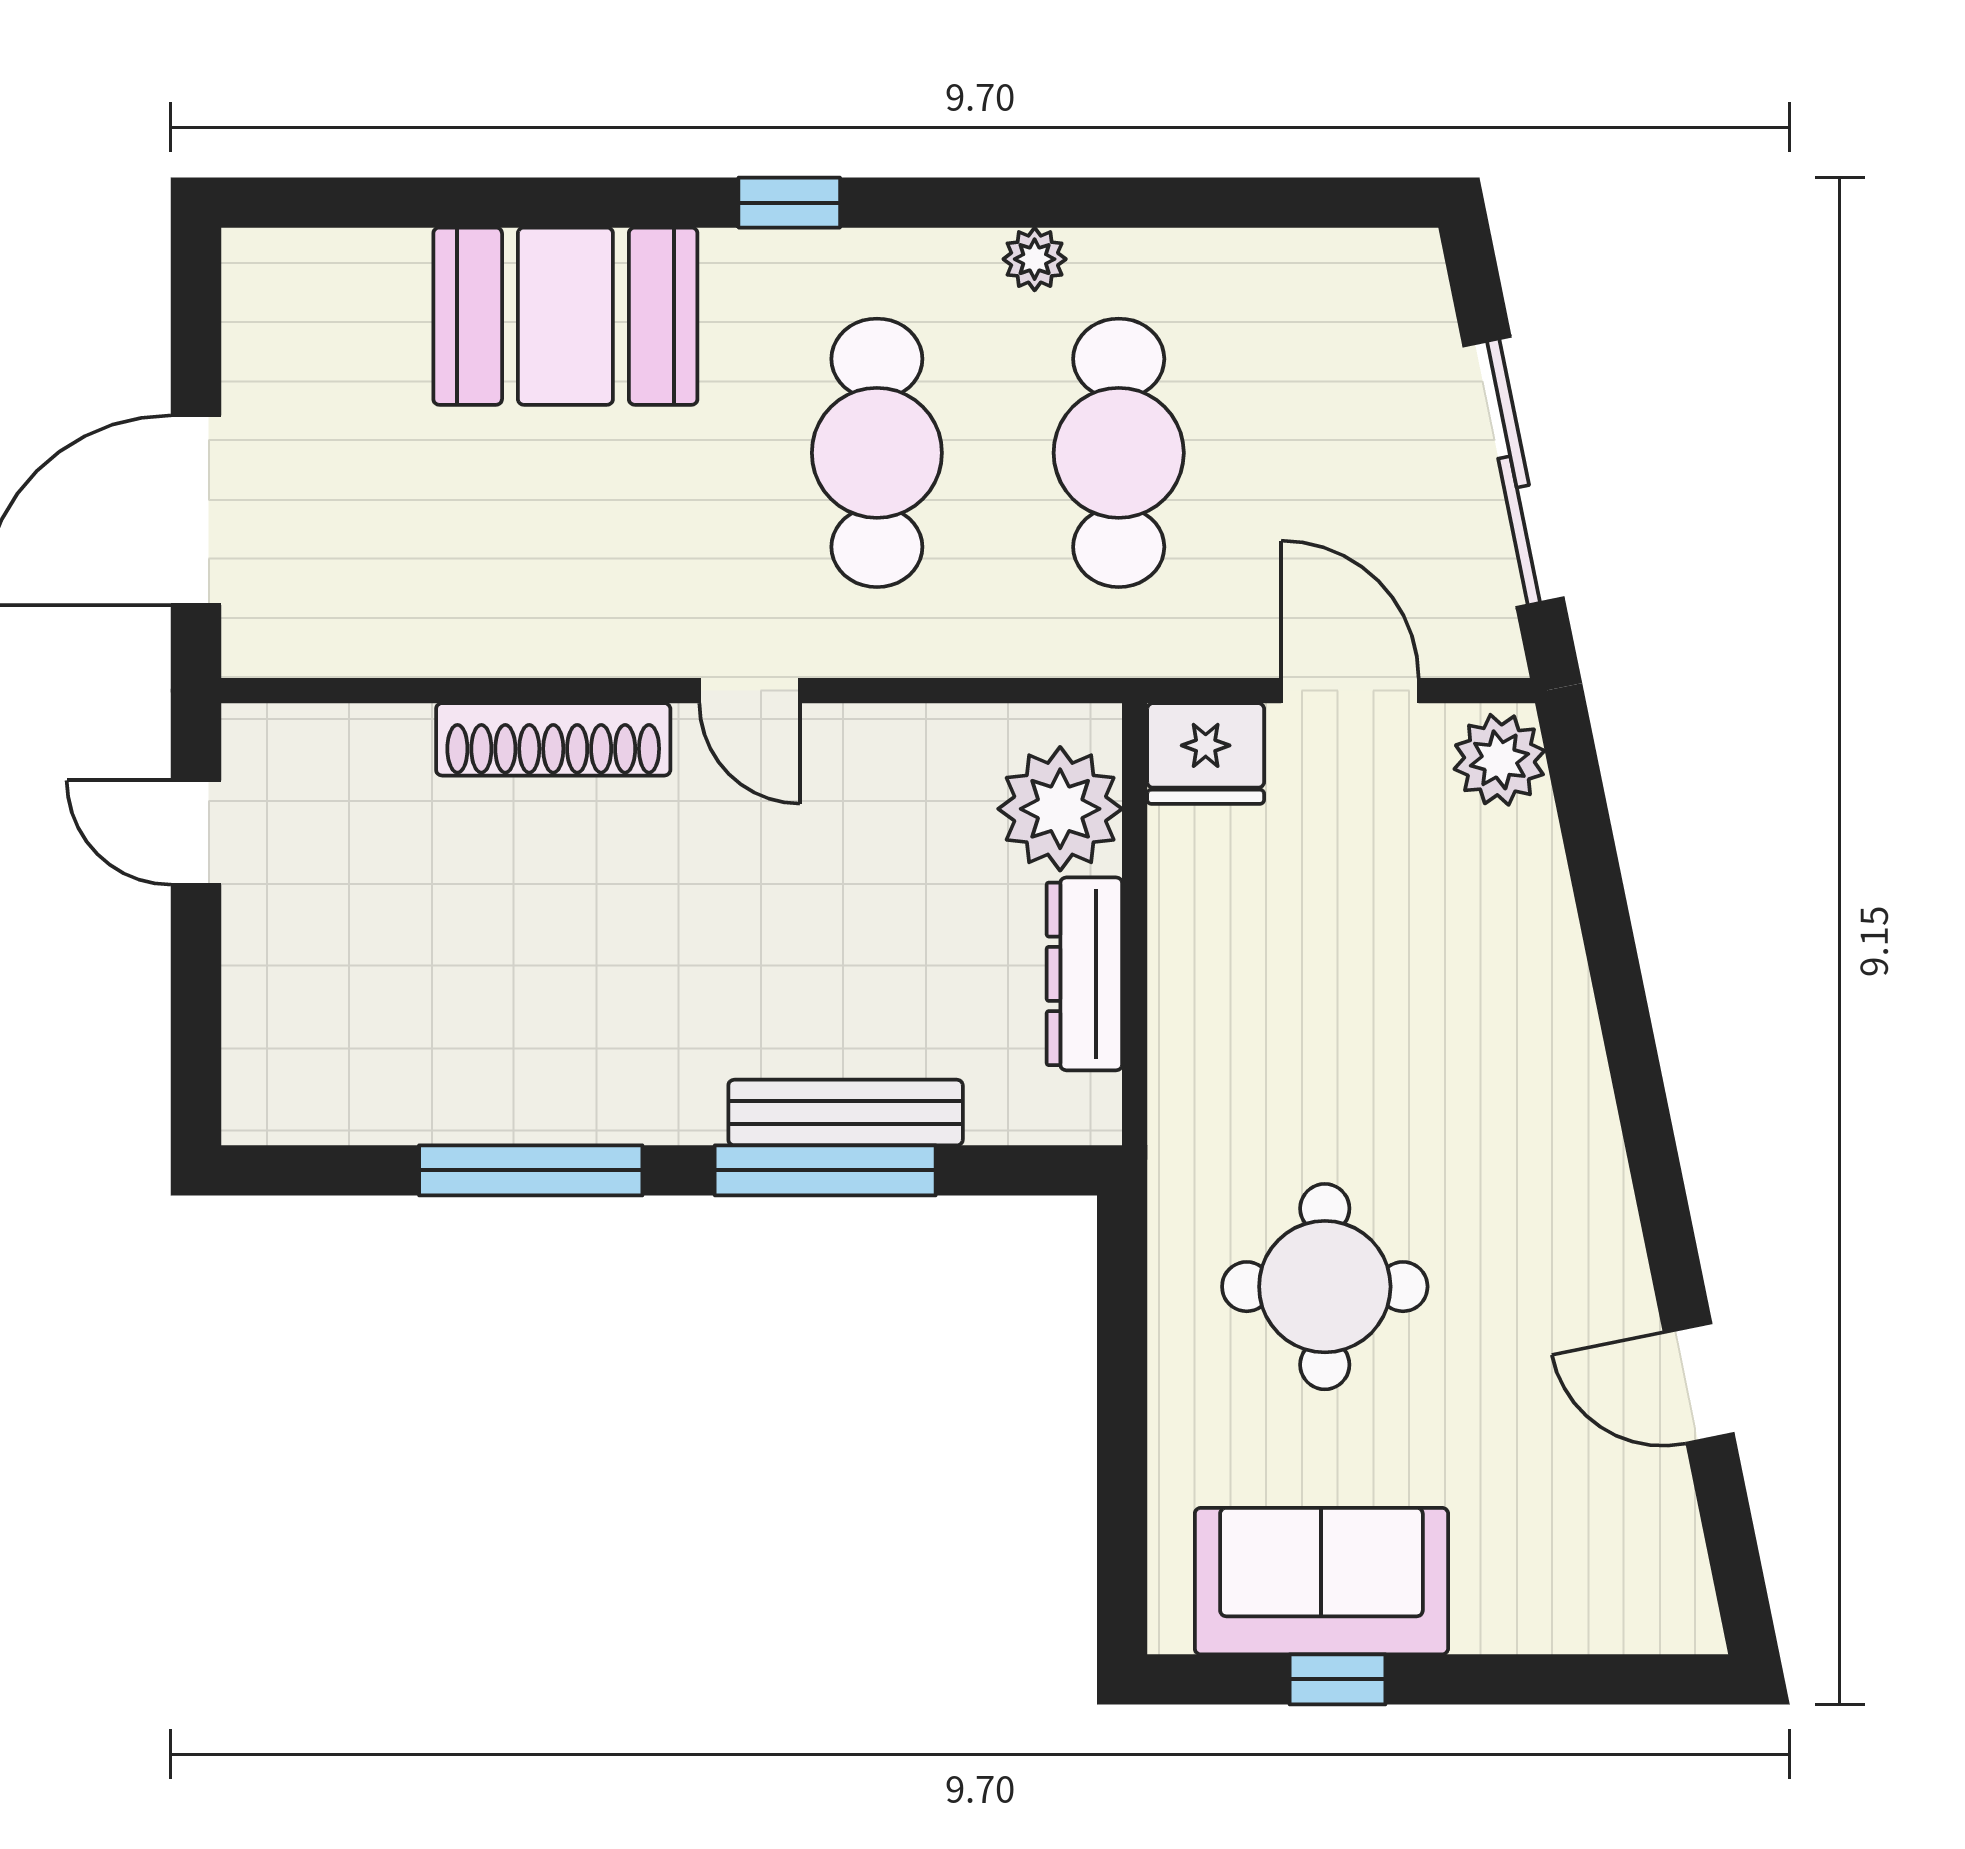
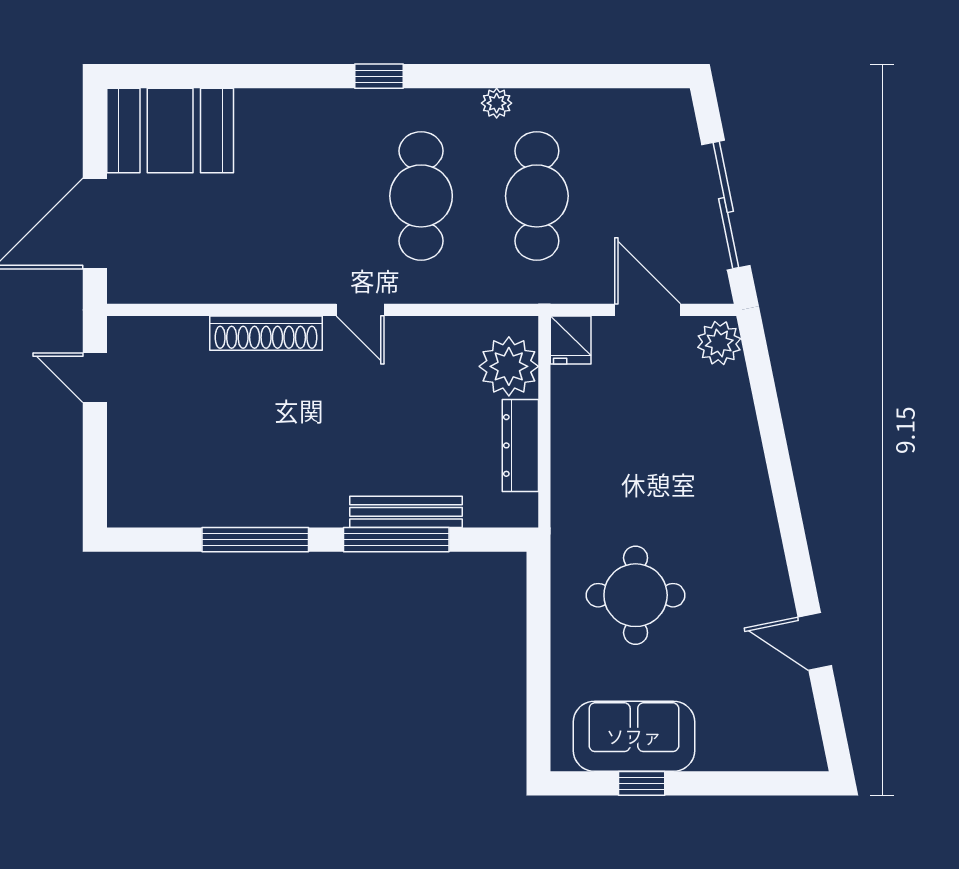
booth: (565, 316) -> (170, 130), moved
fridge: (1206, 753) -> (571, 340), width x0.72

